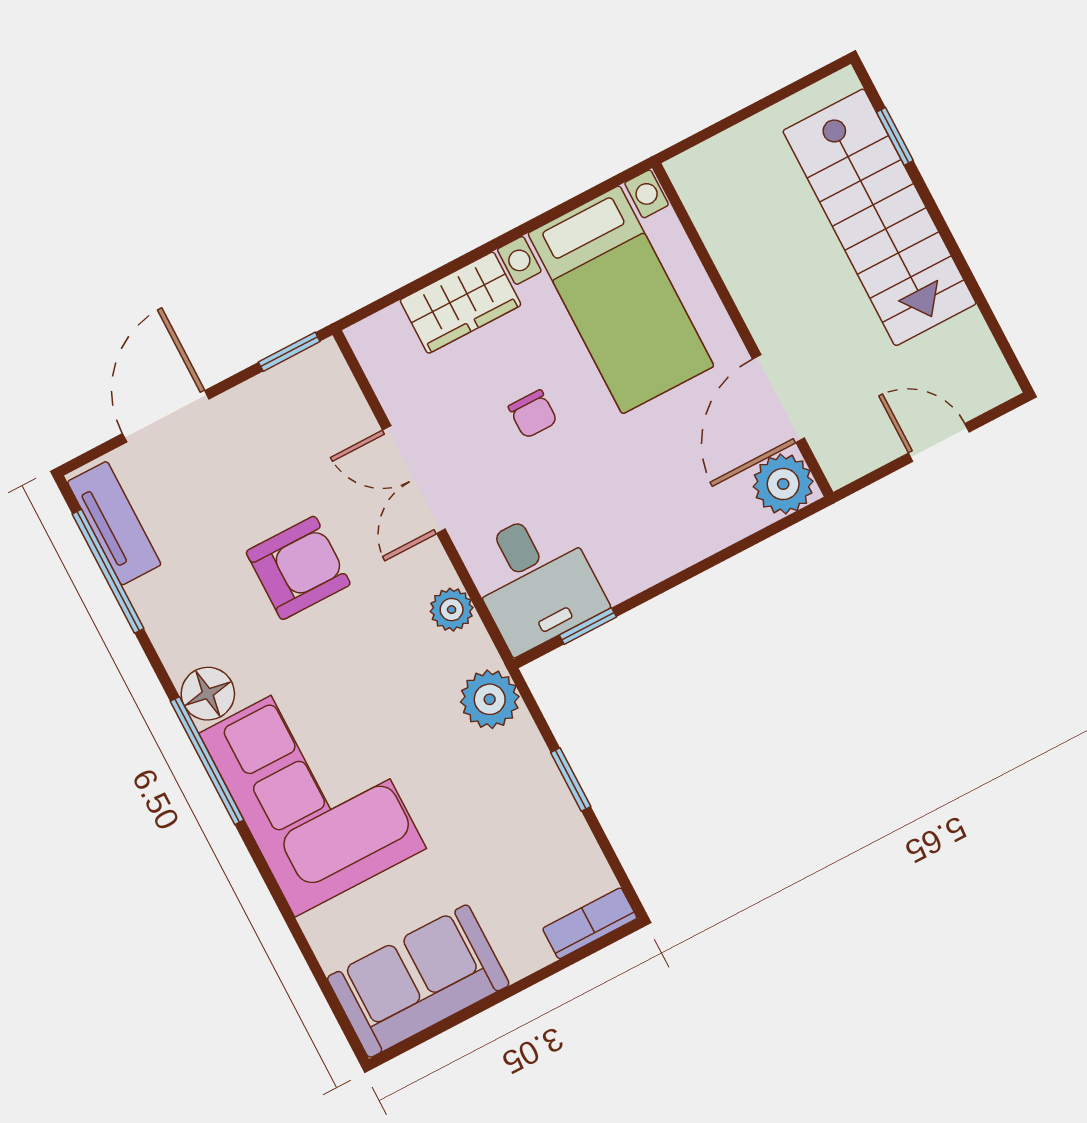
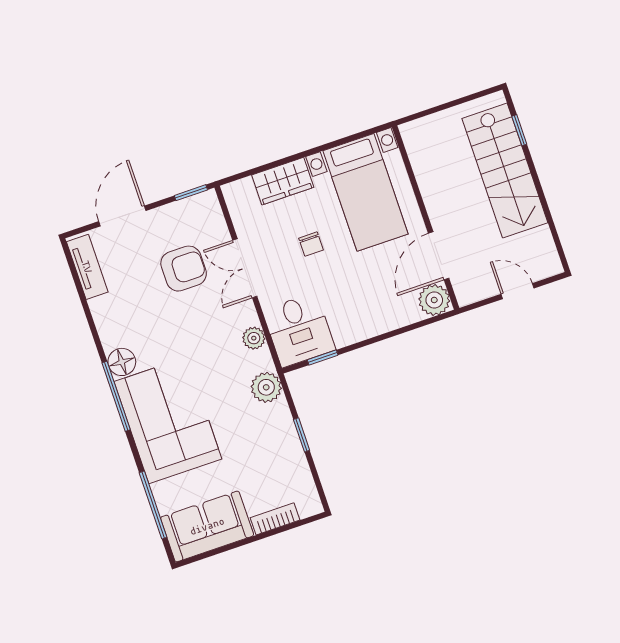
armchair: (298, 568) -> (184, 269), moved
window: (108, 571) -> (153, 505), moved
bookcase: (590, 923) -> (275, 519), moved

